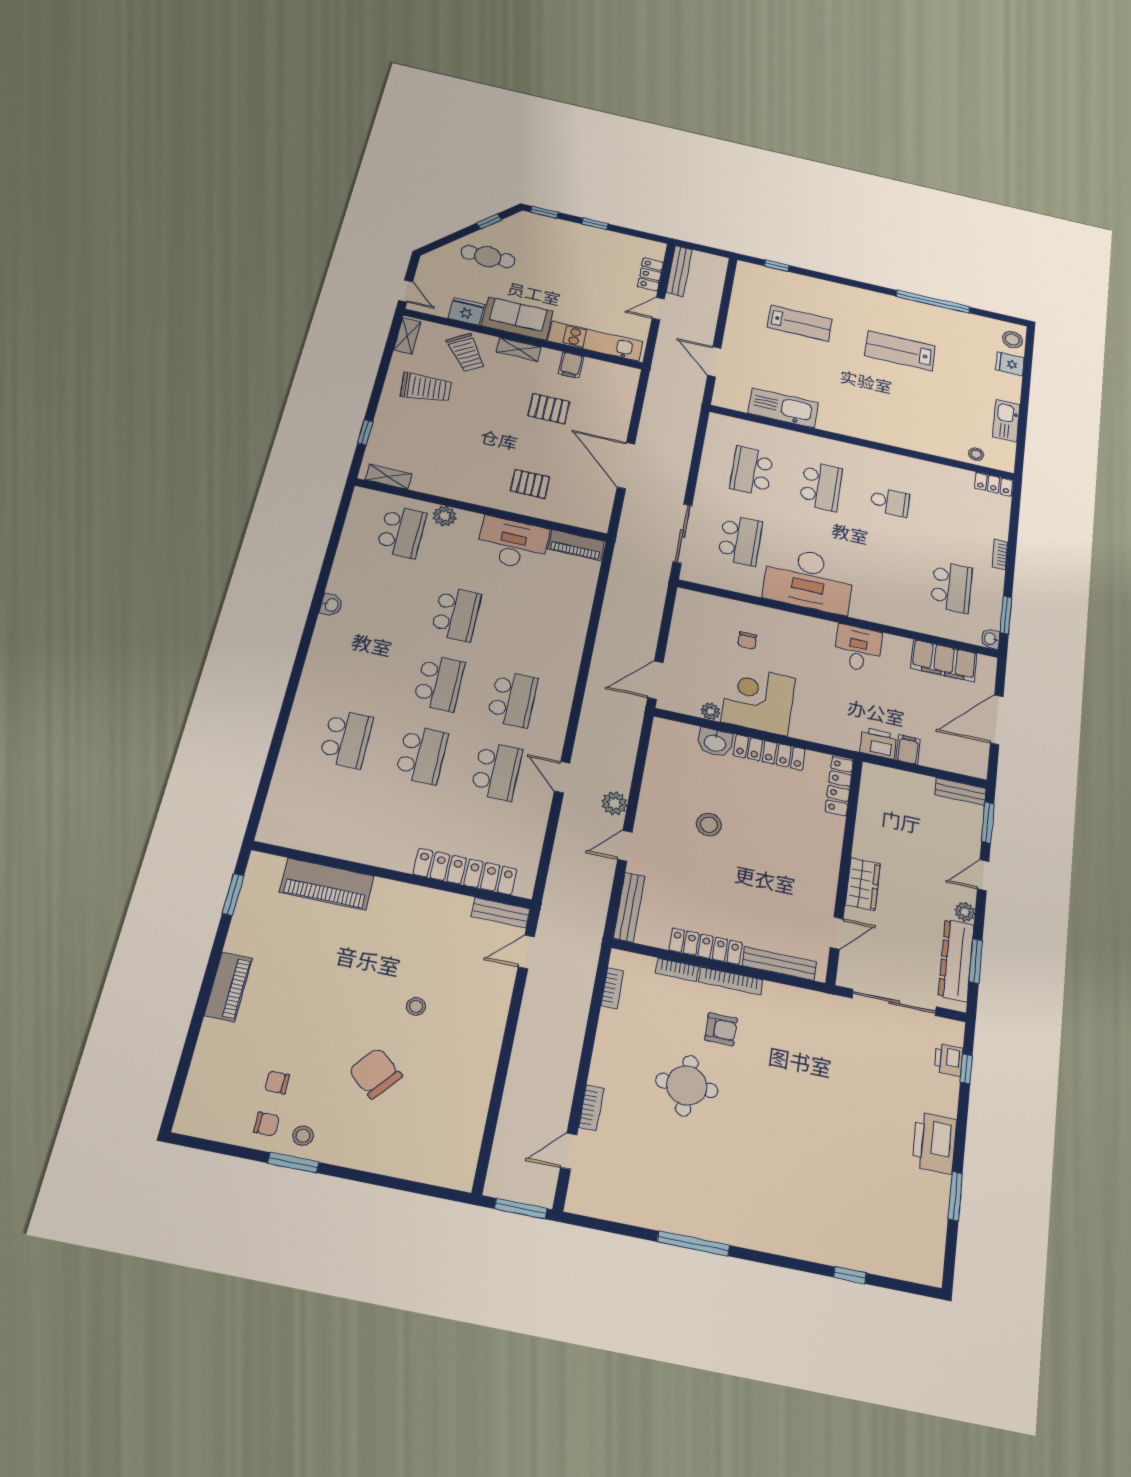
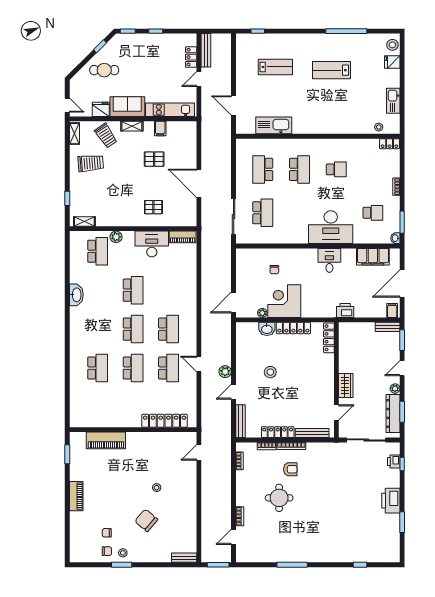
desk: (809, 580) -> (331, 227), moved
school desk: (952, 587) -> (373, 213), width x0.54
washbasin: (331, 605) -> (76, 295), width x1.91, depth x1.45
filing cabinet: (908, 750) -> (392, 310), moved
bench: (501, 913) -> (184, 558), moved

